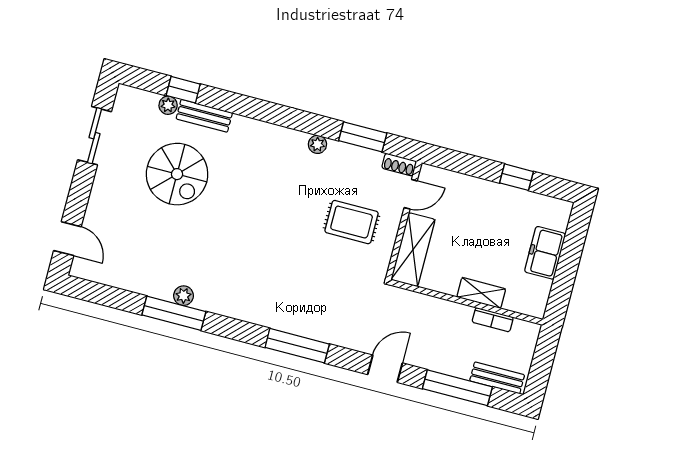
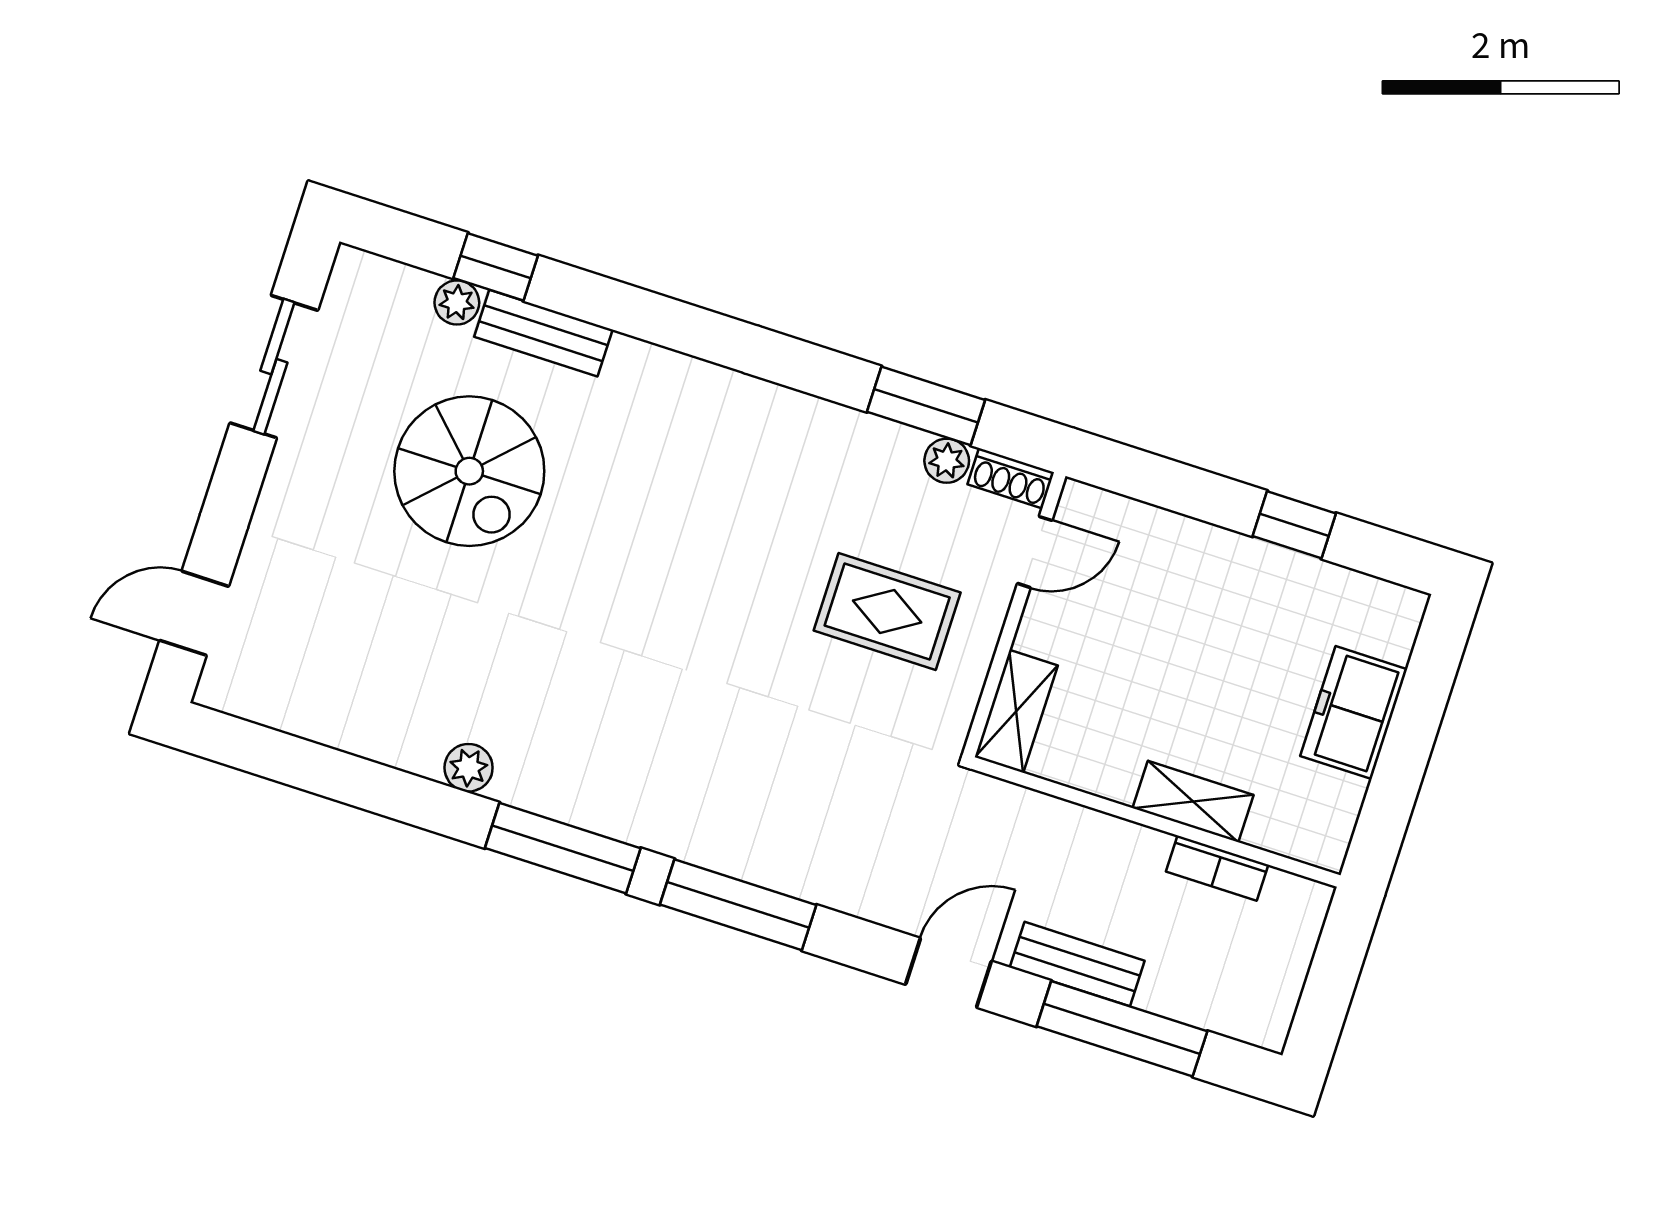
plant: (317, 144) -> (947, 461), moved
door: (67, 239) -> (194, 613), swing flipped
shelving: (413, 250) -> (1016, 711), width x0.67, depth x0.75
window: (174, 313) -> (563, 848), moved
bench: (497, 378) -> (1077, 964), moved

